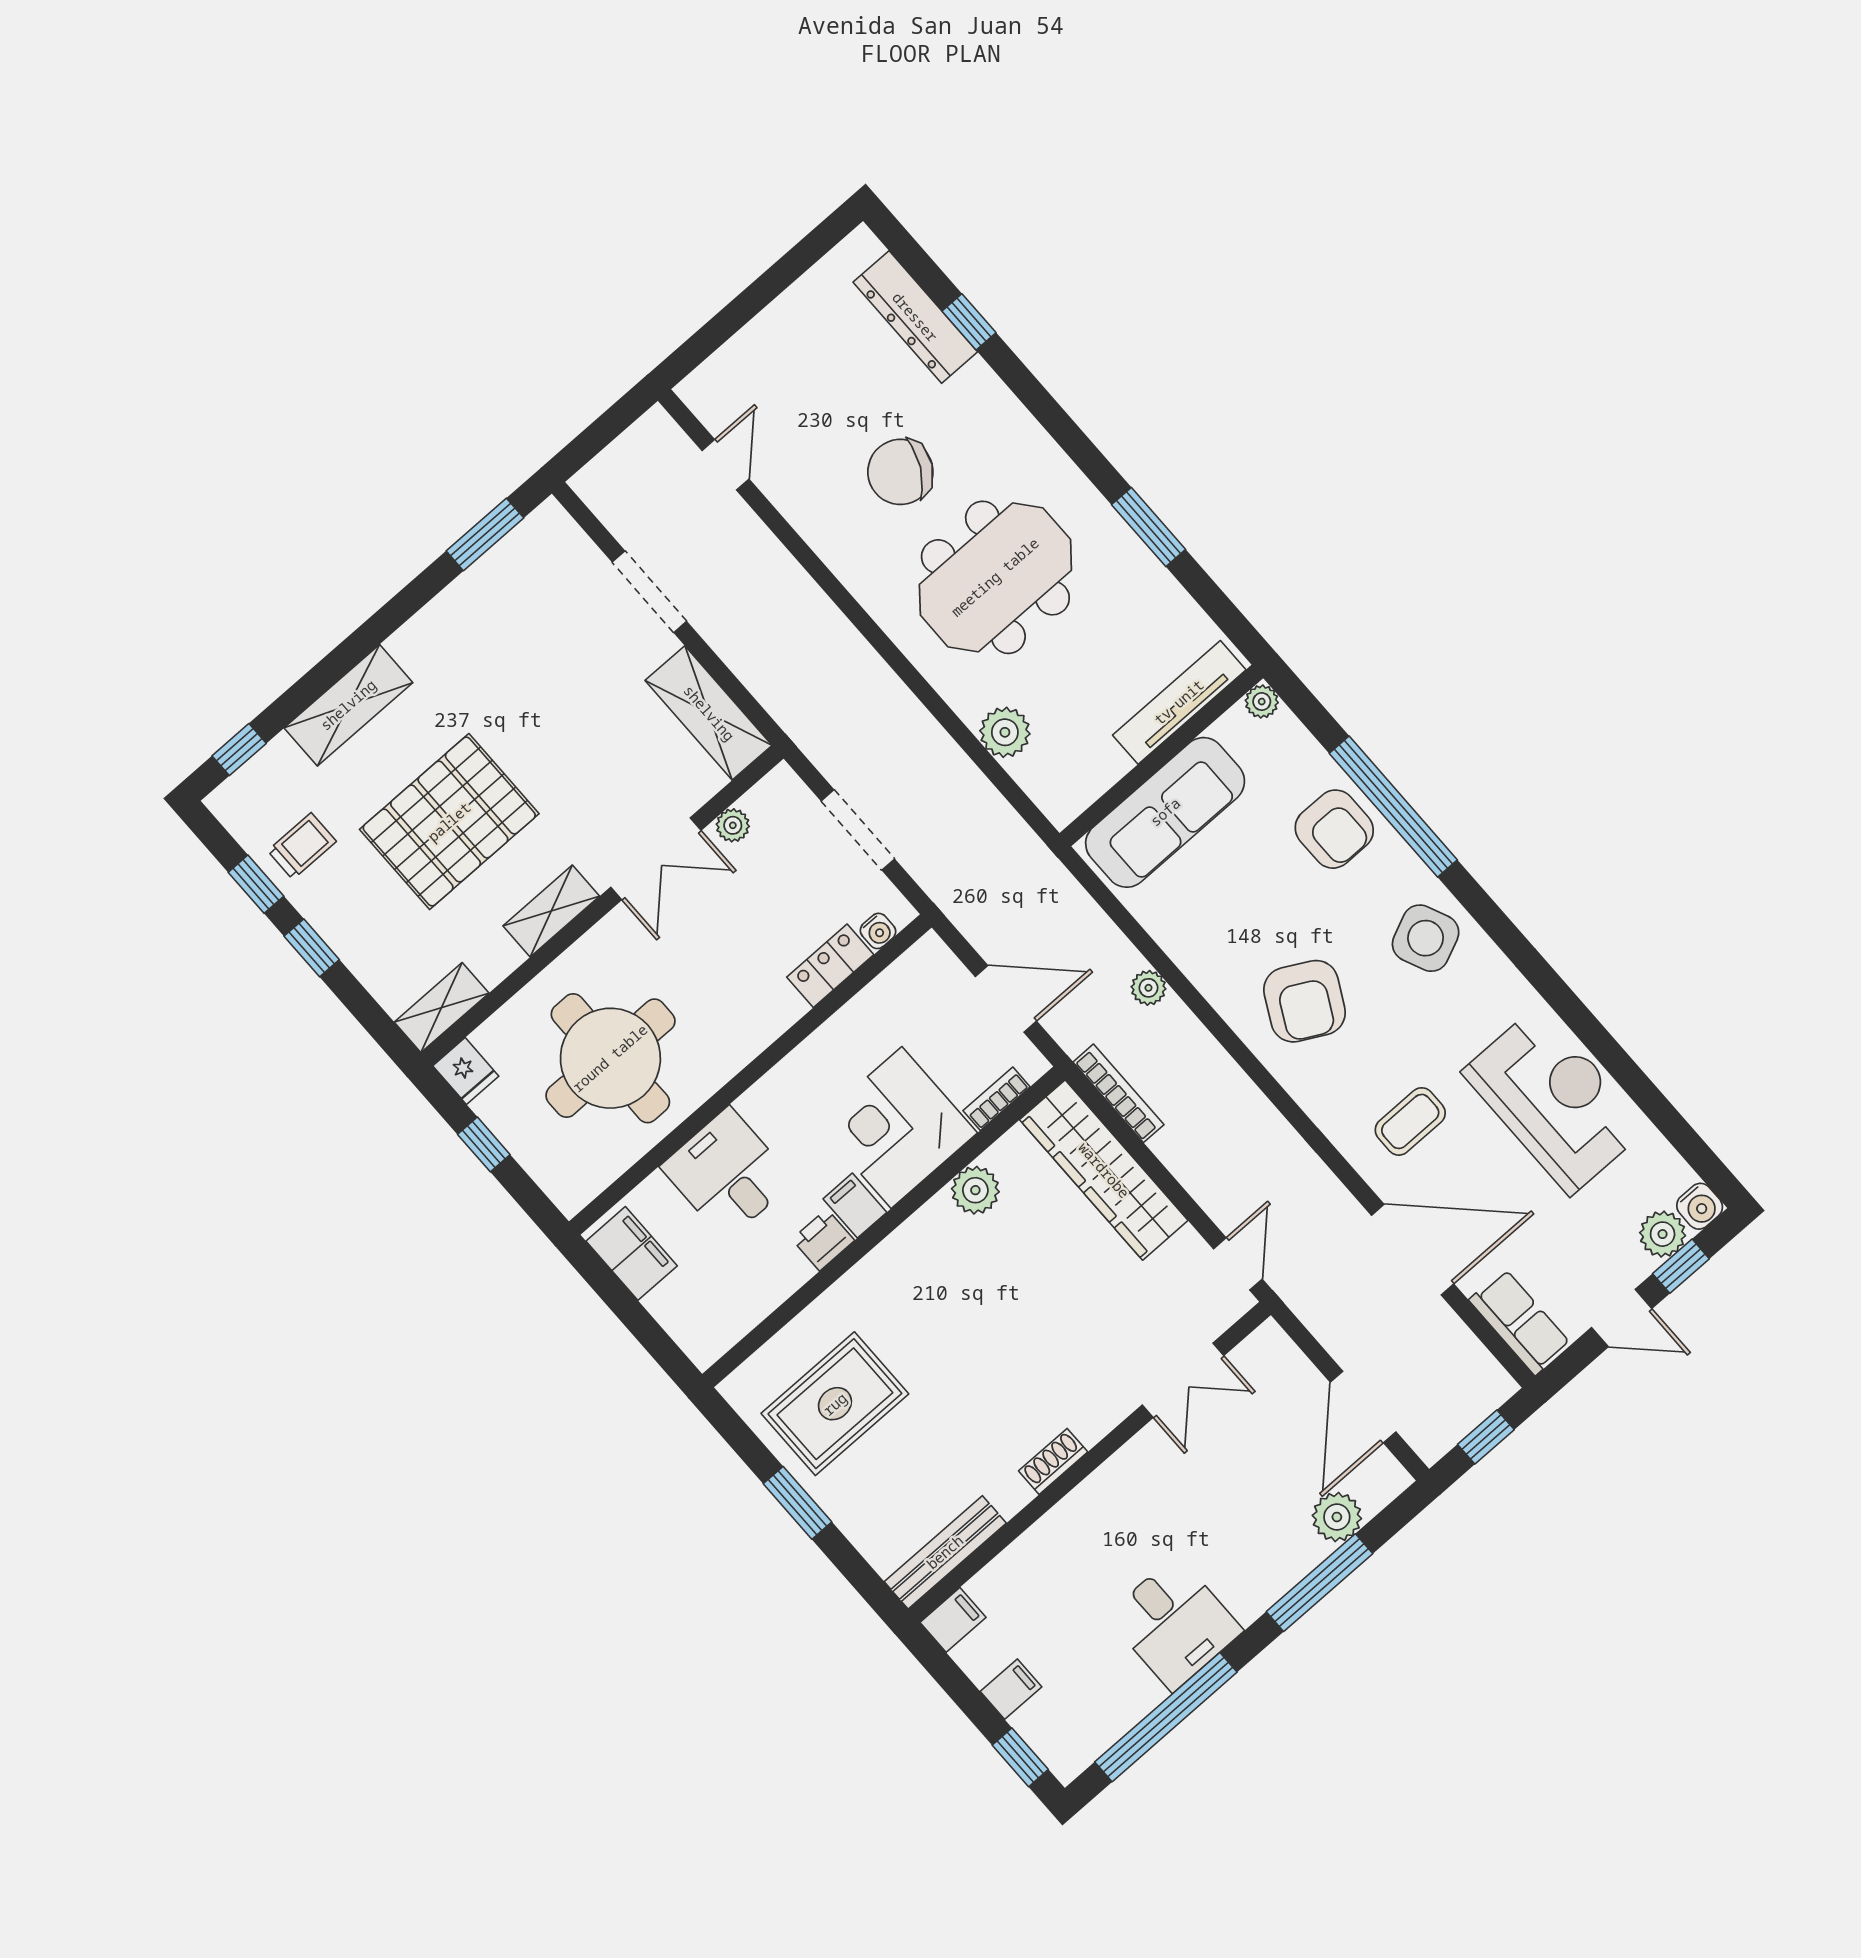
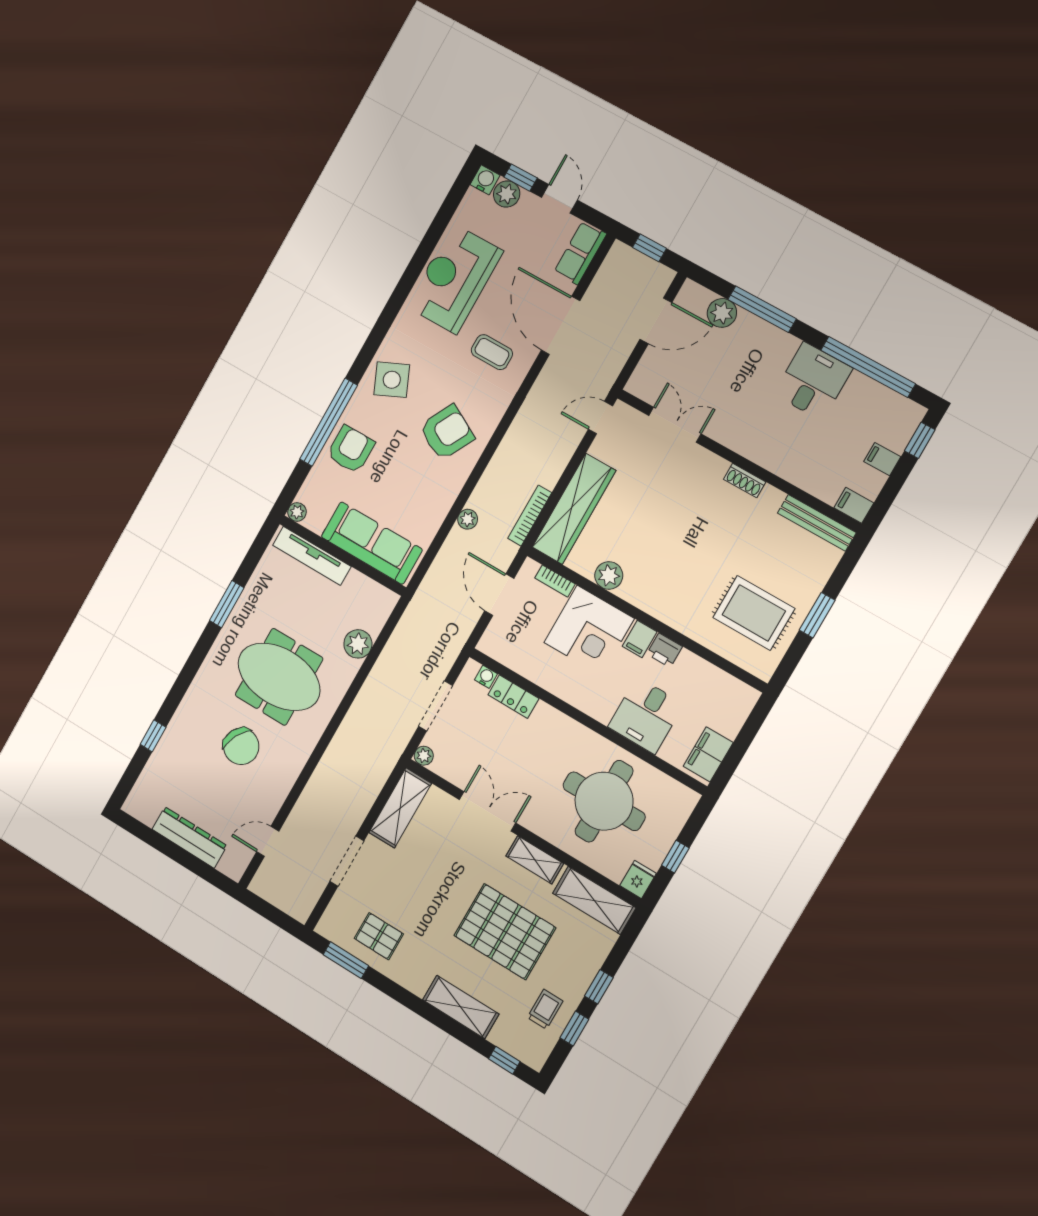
dresser: (915, 317) -> (189, 837), moved, turned -90
pallet: (507, 605) -> (379, 936), added
plant: (733, 825) -> (424, 756), moved
trolley: (302, 846) -> (545, 1009), turned 90
shelving: (442, 1008) -> (594, 900), width x1.50, depth x1.33

